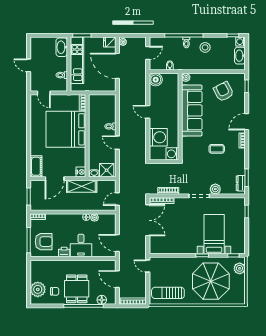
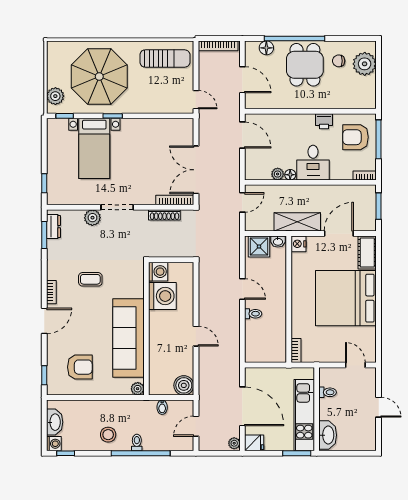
armchair: (224, 92) -> (80, 367), turned -63
bed: (66, 129) -> (346, 298), moved, turned 180
washing machine: (158, 137) -> (162, 296), moved, turned 180
desk: (81, 246) -> (313, 163), moved, turned 180

